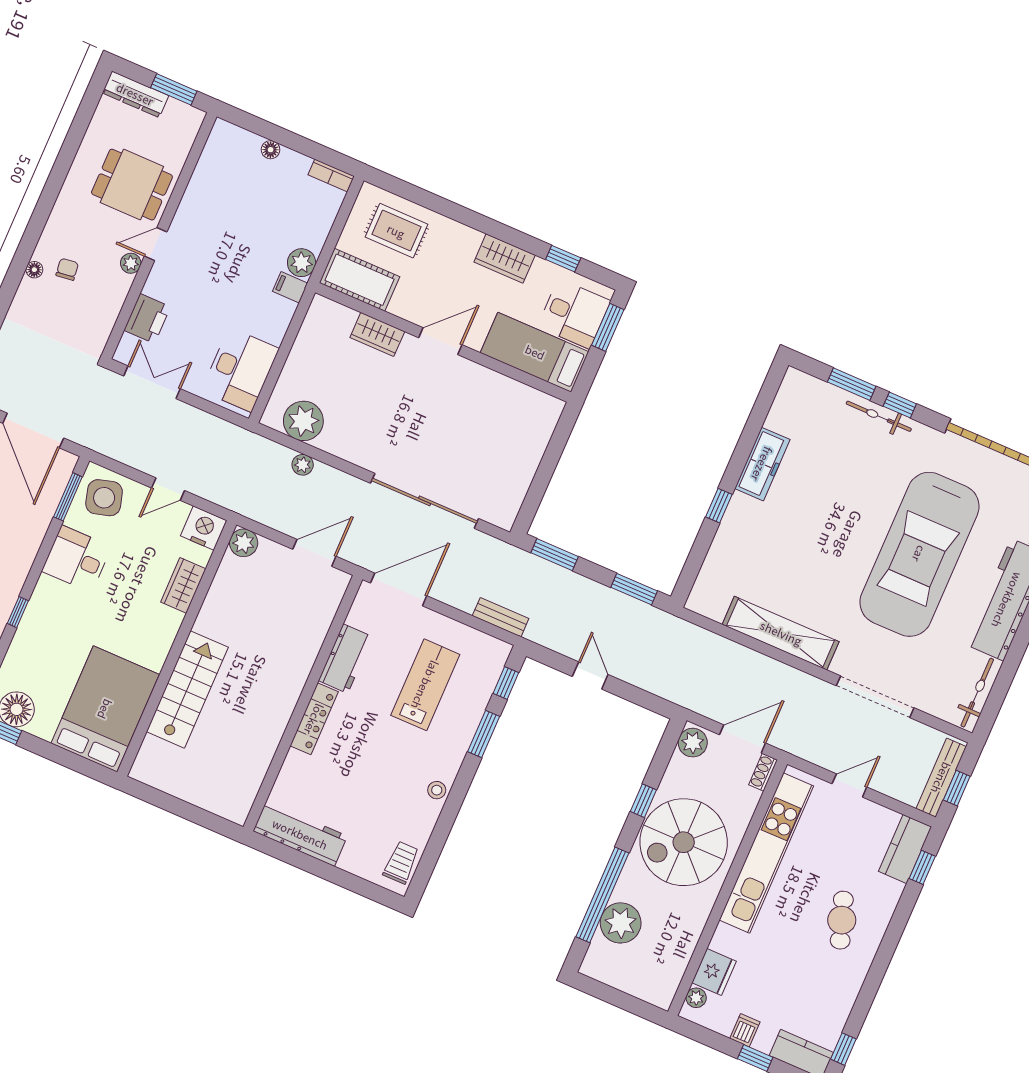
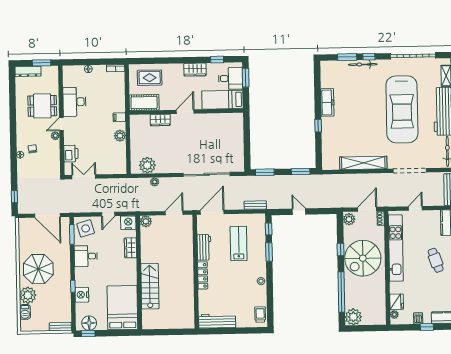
plant: (302, 263) -> (120, 136), moved
desk: (240, 370) -> (74, 102), moved, turned 180
nightstand: (29, 640) -> (82, 295), added
plant: (621, 923) -> (353, 317), moved

